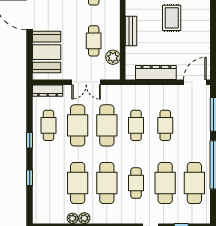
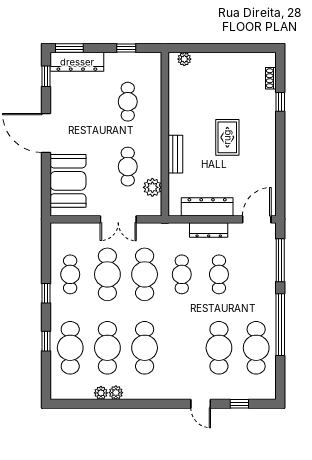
dresser: (48, 91) -> (209, 230), moved
cafe table: (136, 183) -> (70, 348), moved, width x1.37, depth x1.35

